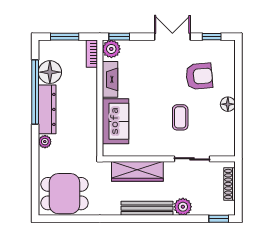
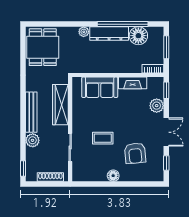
plant: (111, 49) -> (157, 106), moved

